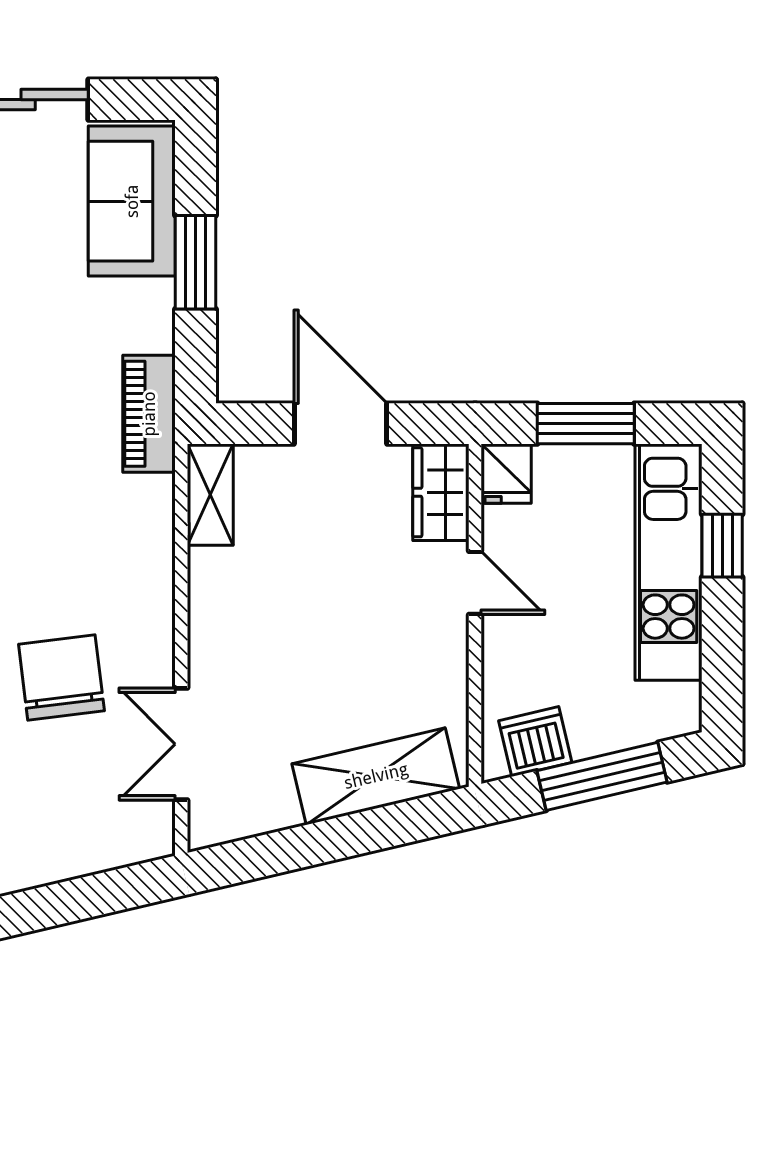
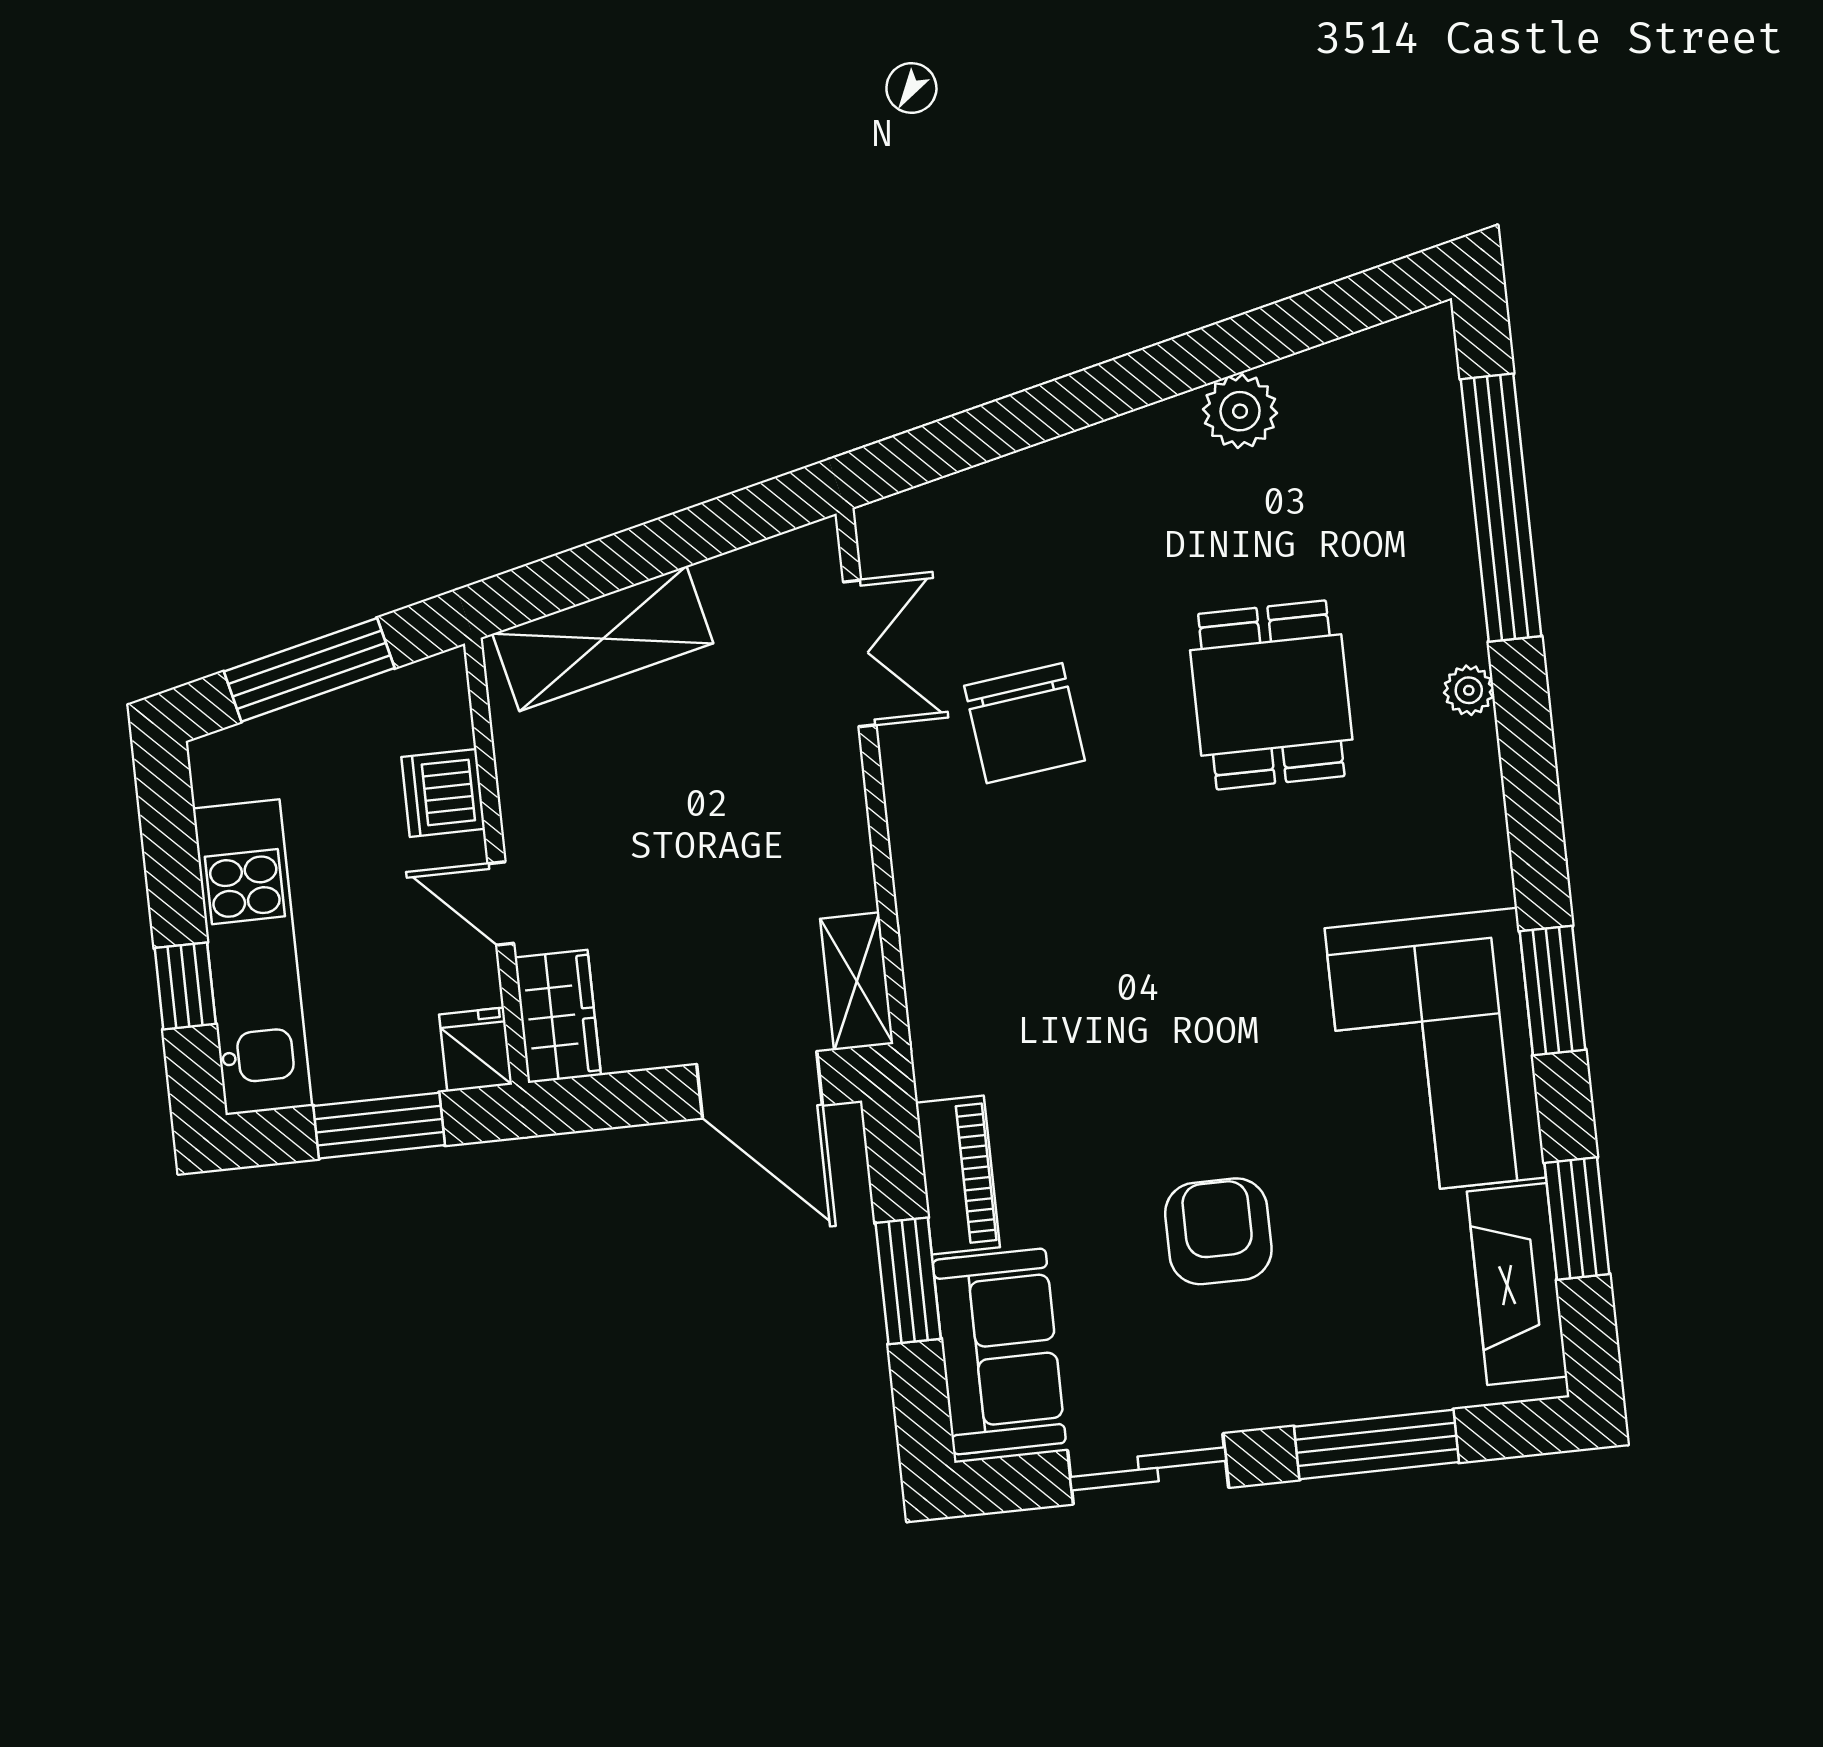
piano: (149, 414) -> (958, 1175), moved
door: (341, 424) -> (760, 1085), moved
dishwasher: (535, 742) -> (443, 793), moved, turned 103

